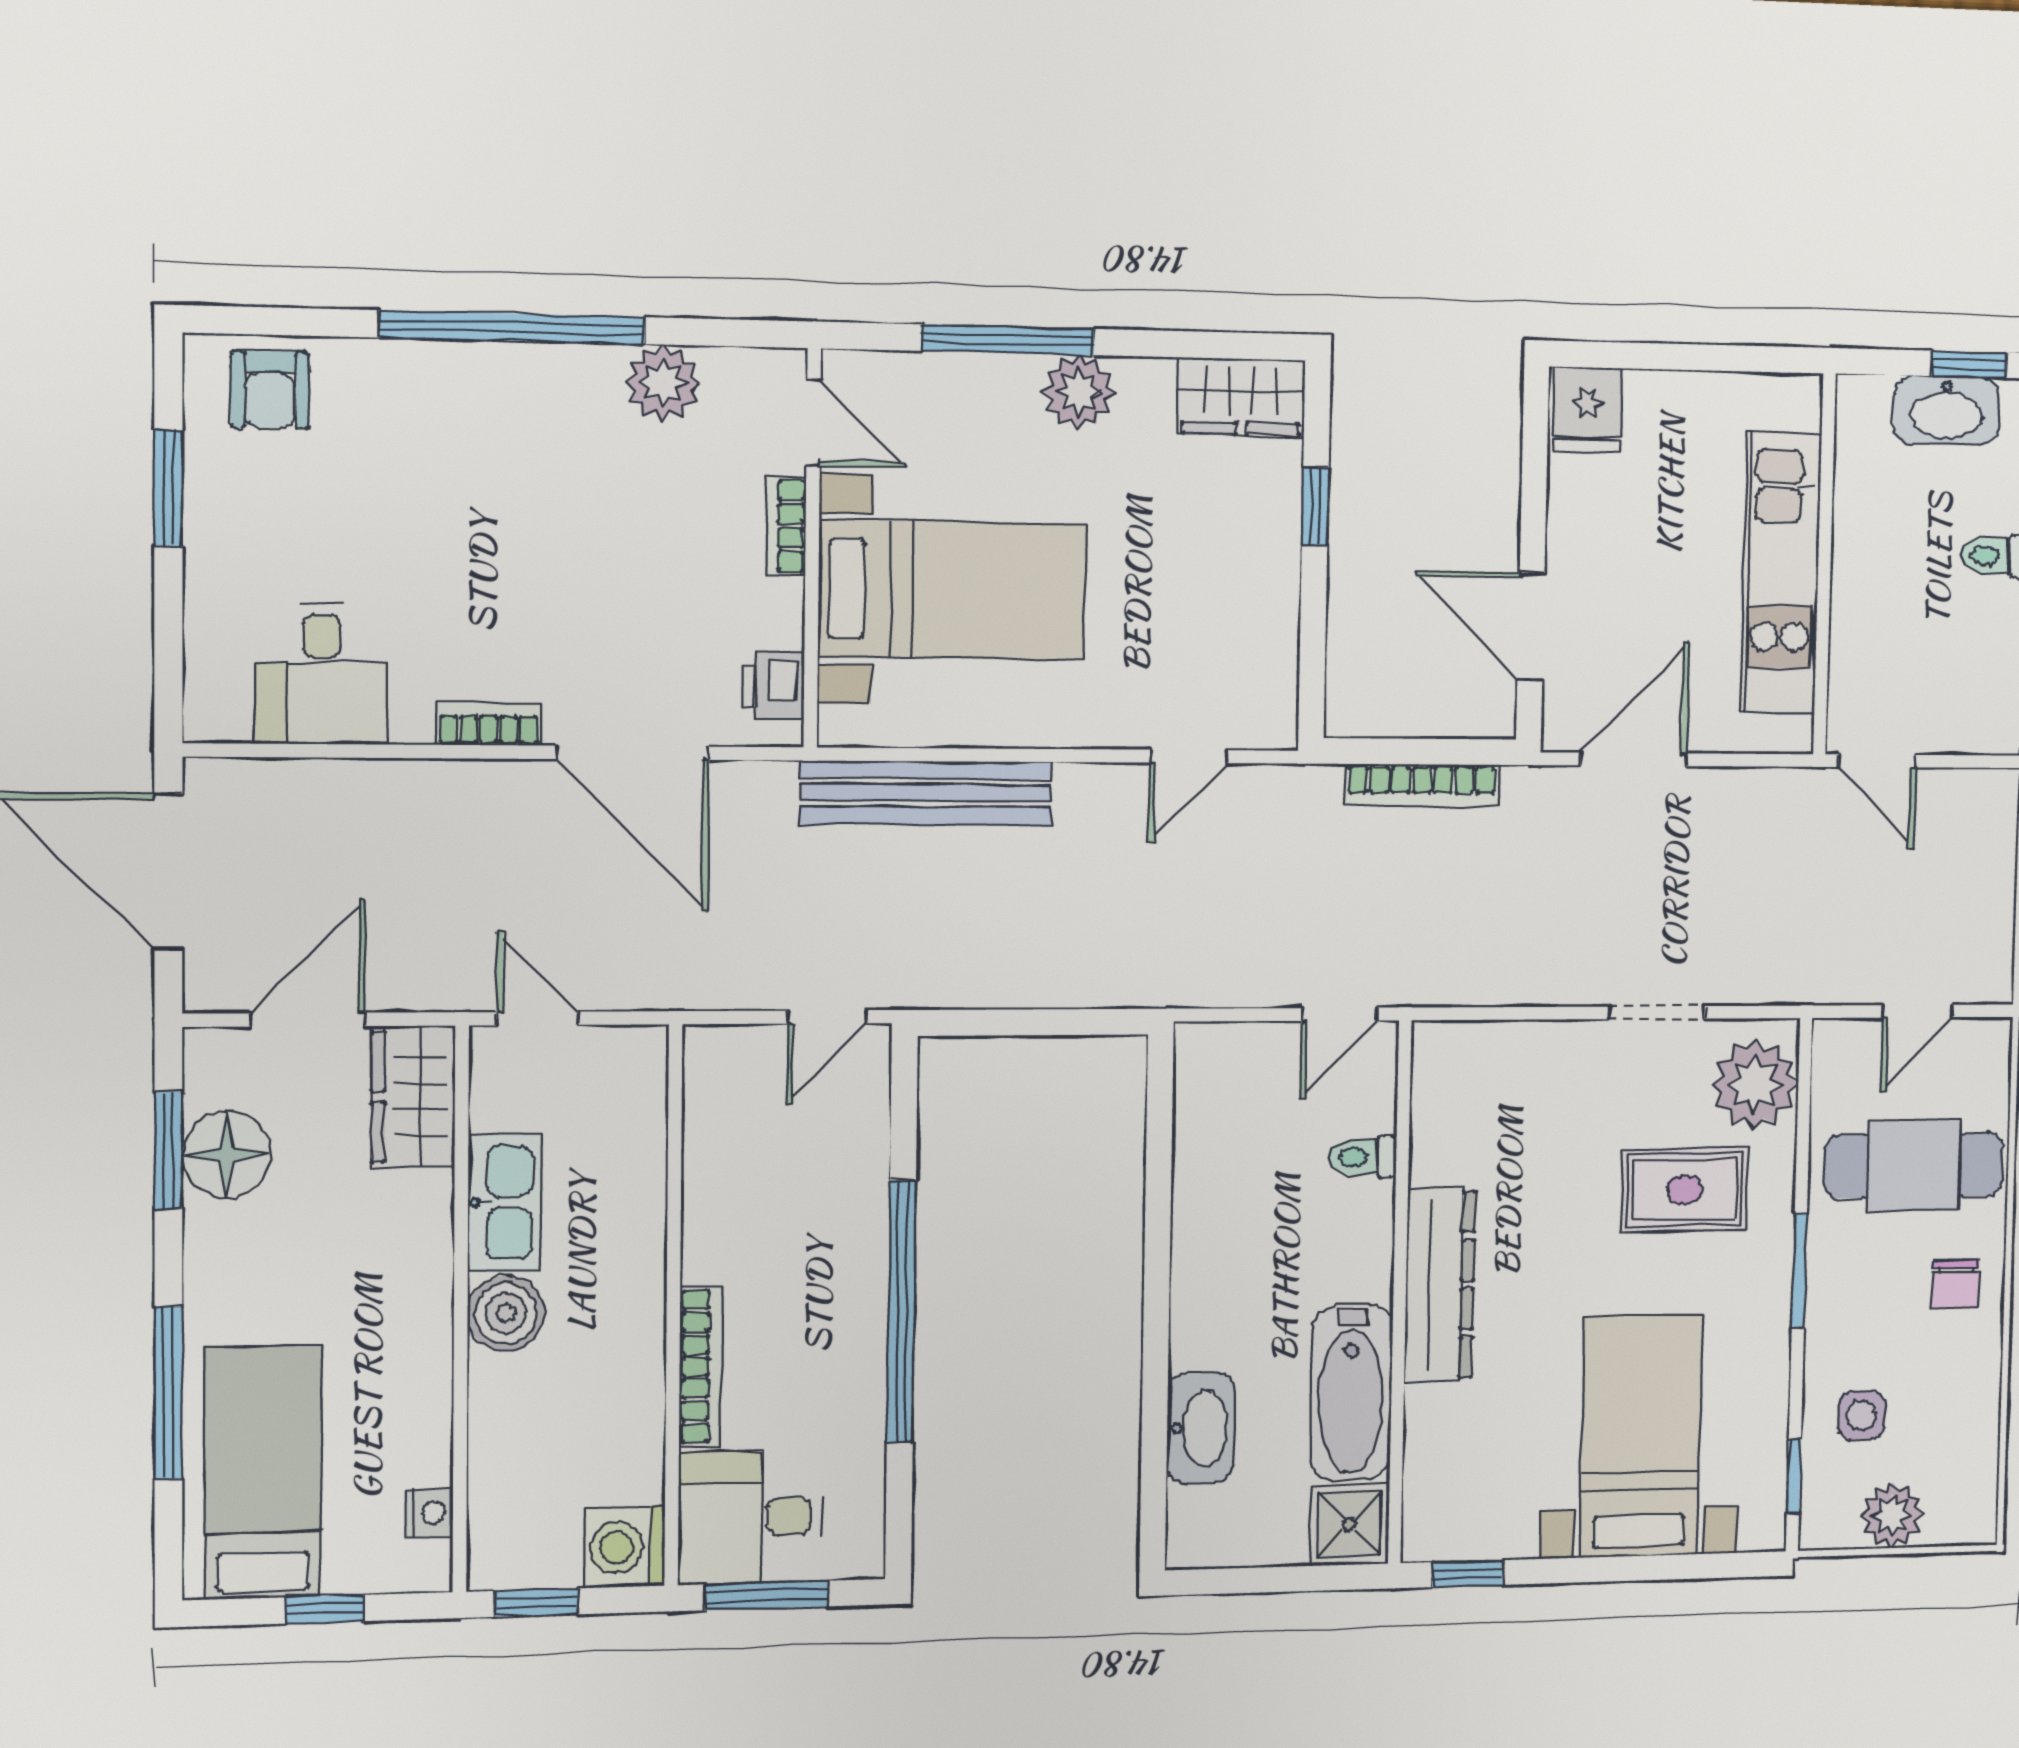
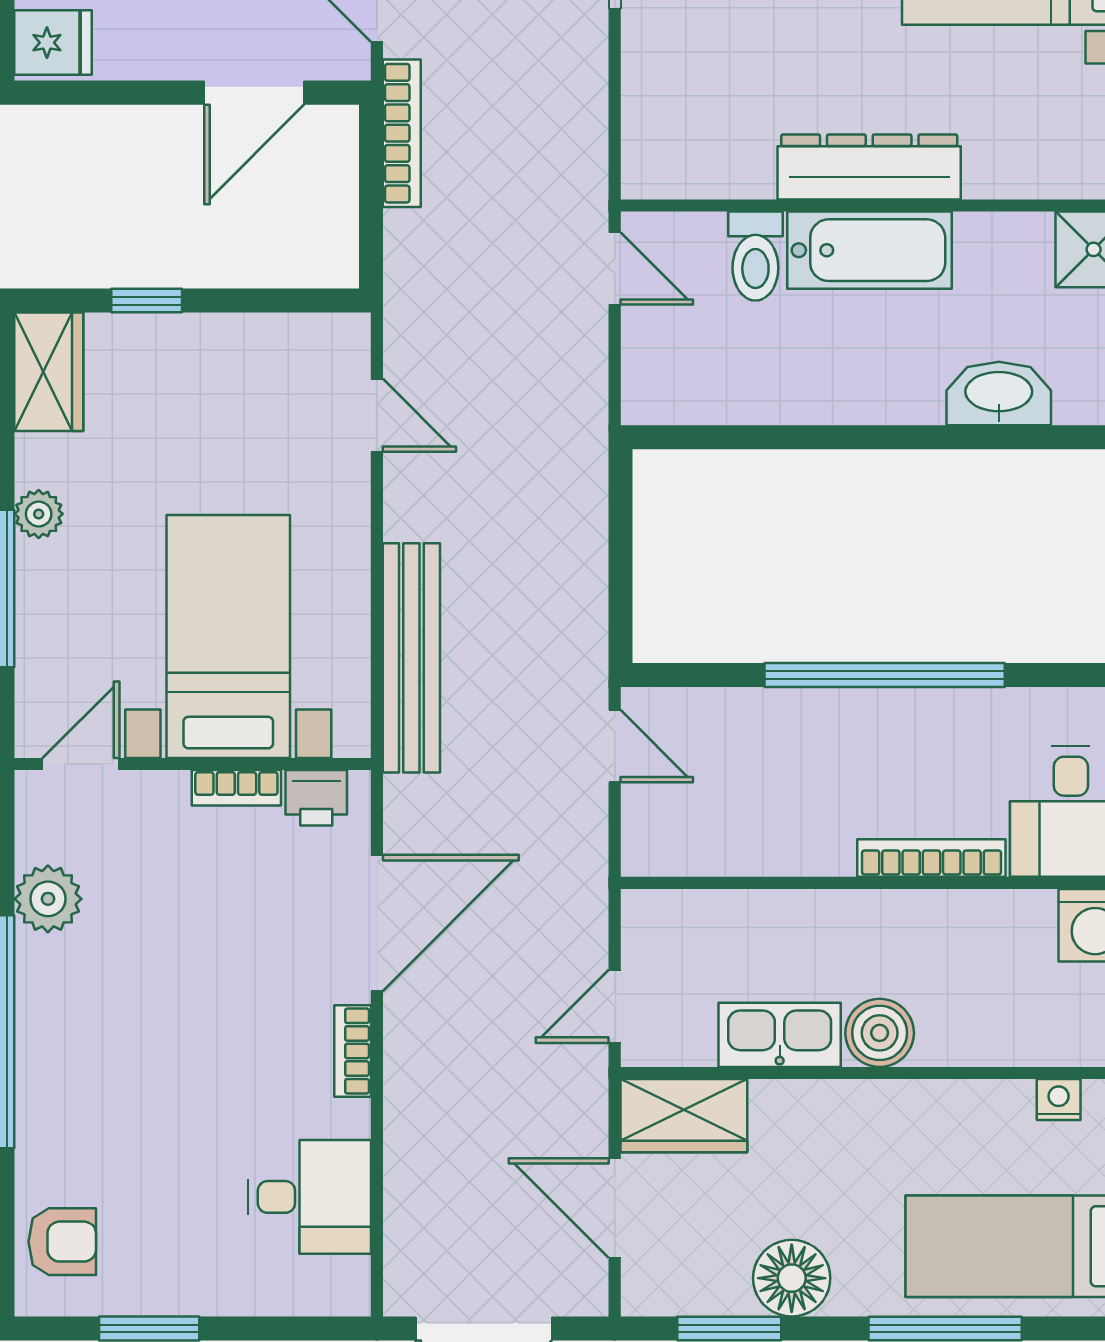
plant: (1079, 392) -> (39, 514), width x0.73, depth x0.73
bookcase: (786, 526) -> (236, 788), moved
bookcase: (1422, 785) -> (402, 133), moved
floor lamp: (227, 1155) -> (792, 1278), moved
toilet: (1363, 1157) -> (755, 256), width x1.37, depth x1.39
bathtub: (1351, 1392) -> (869, 250), moved

